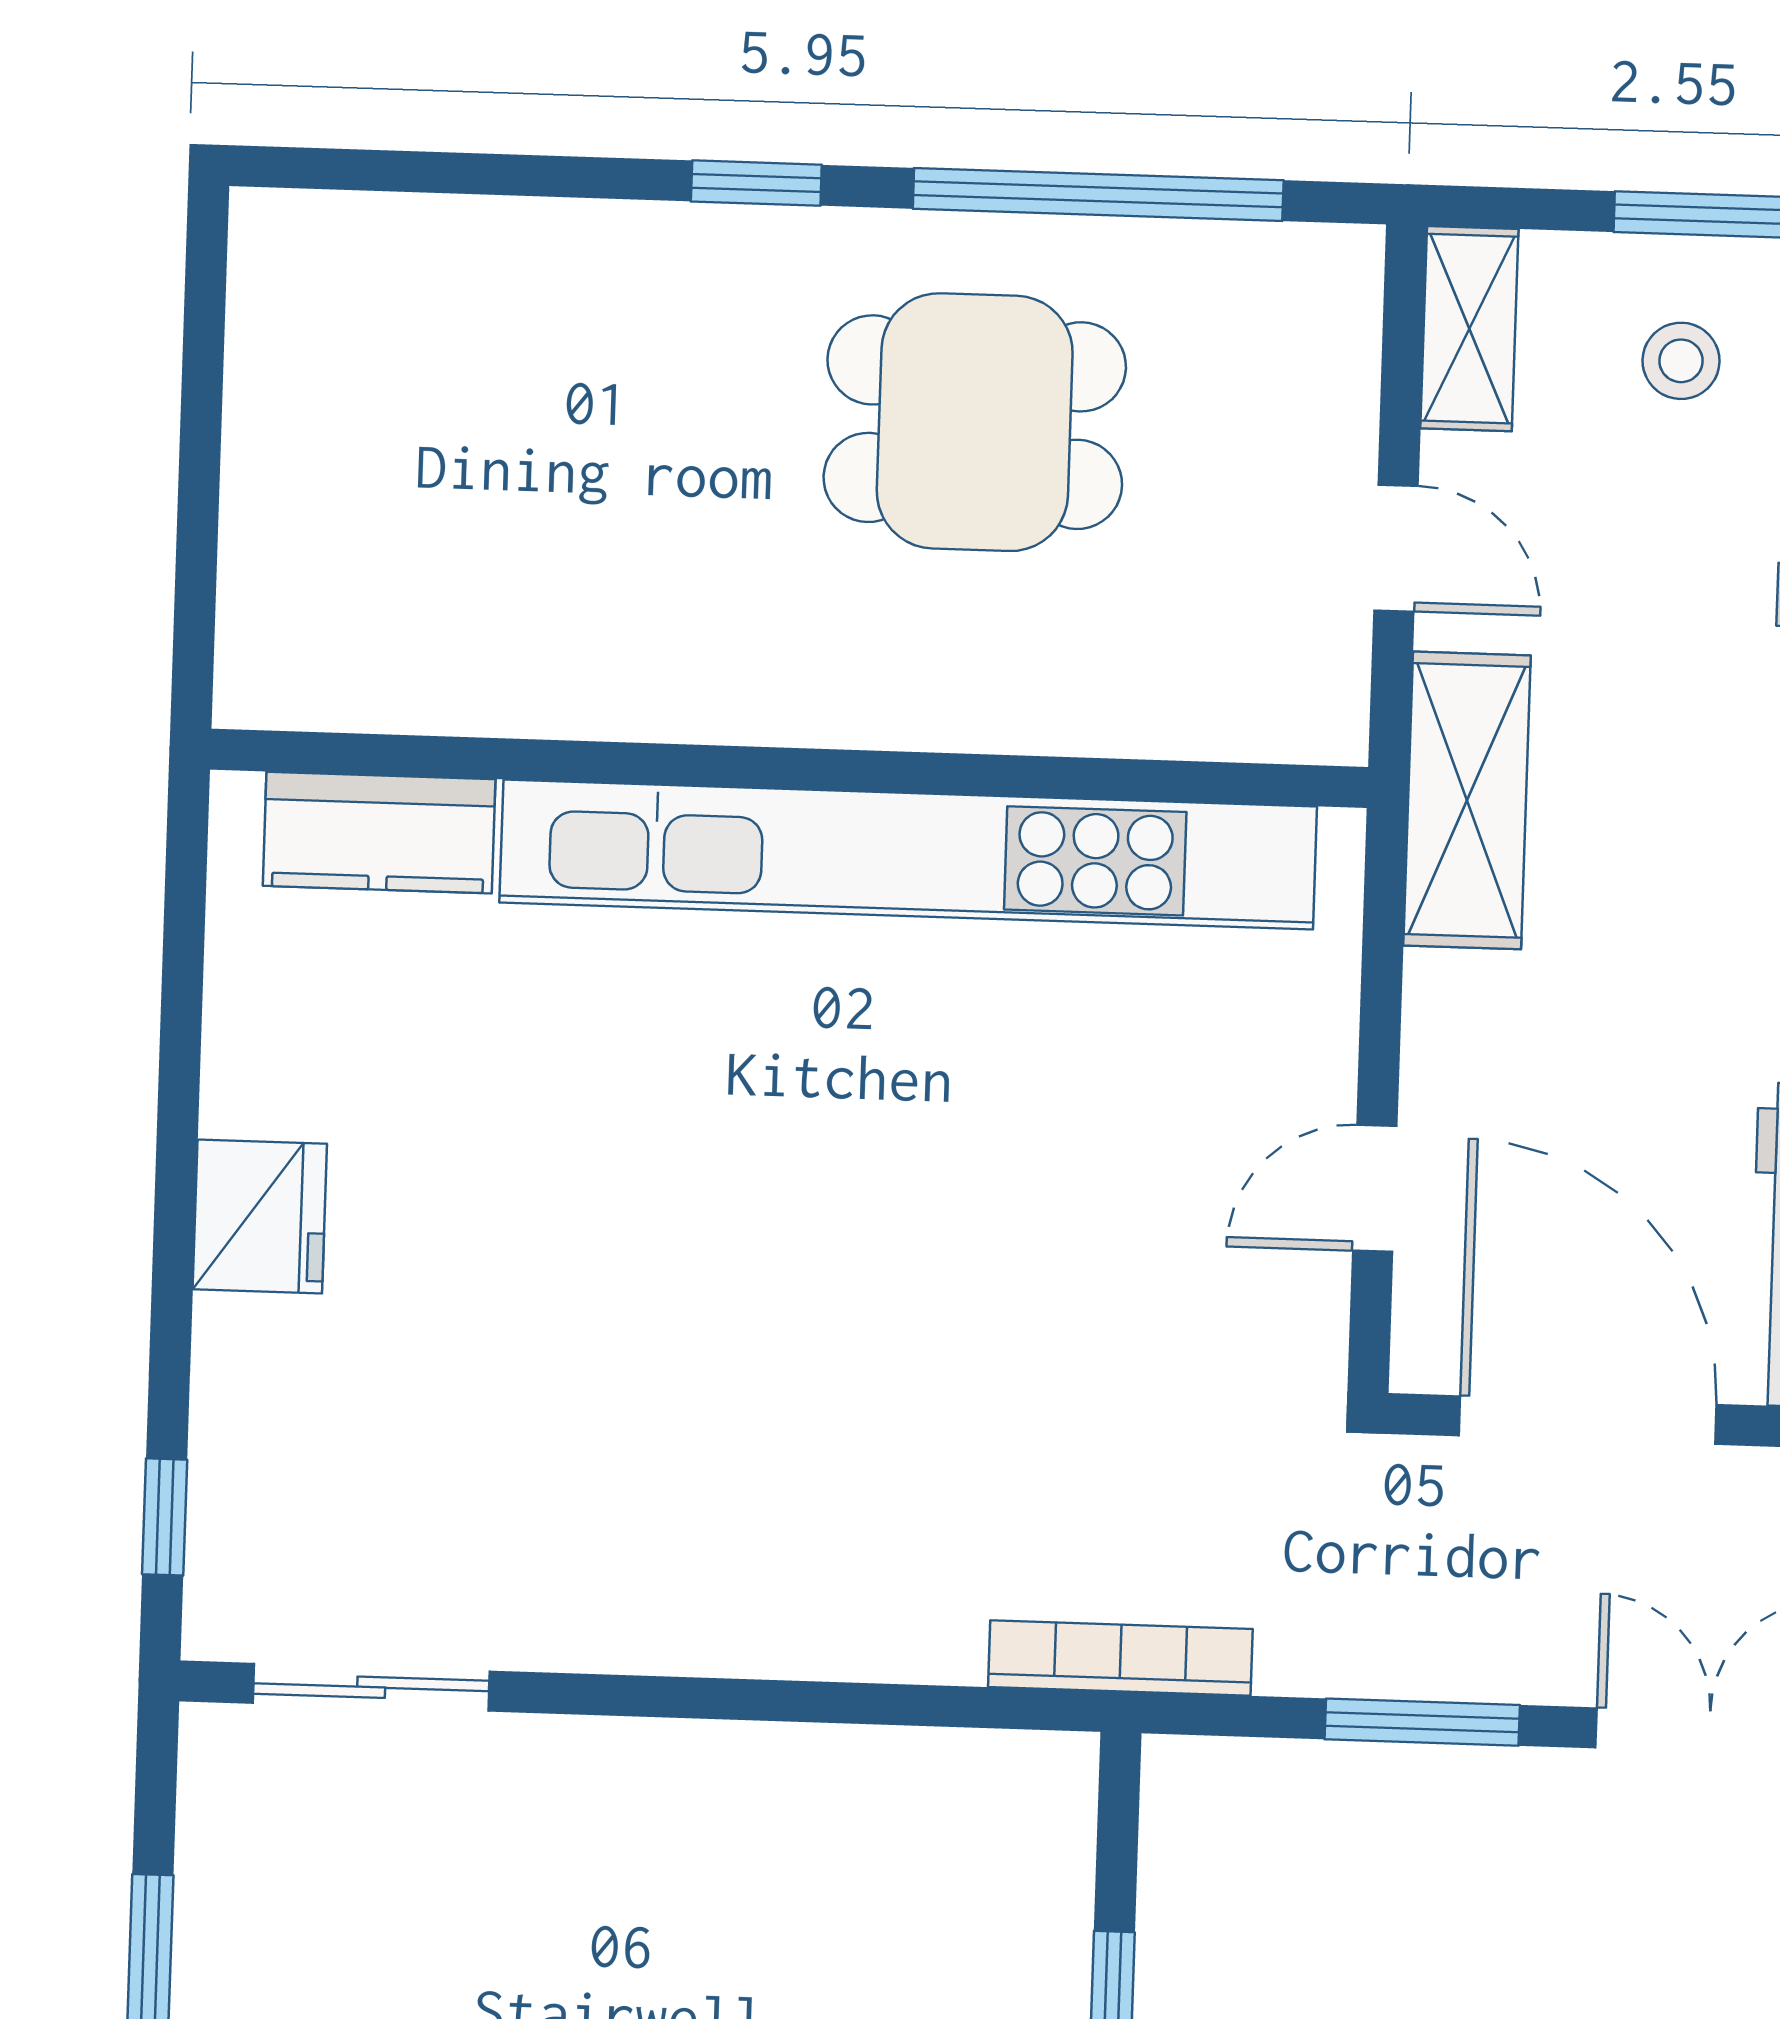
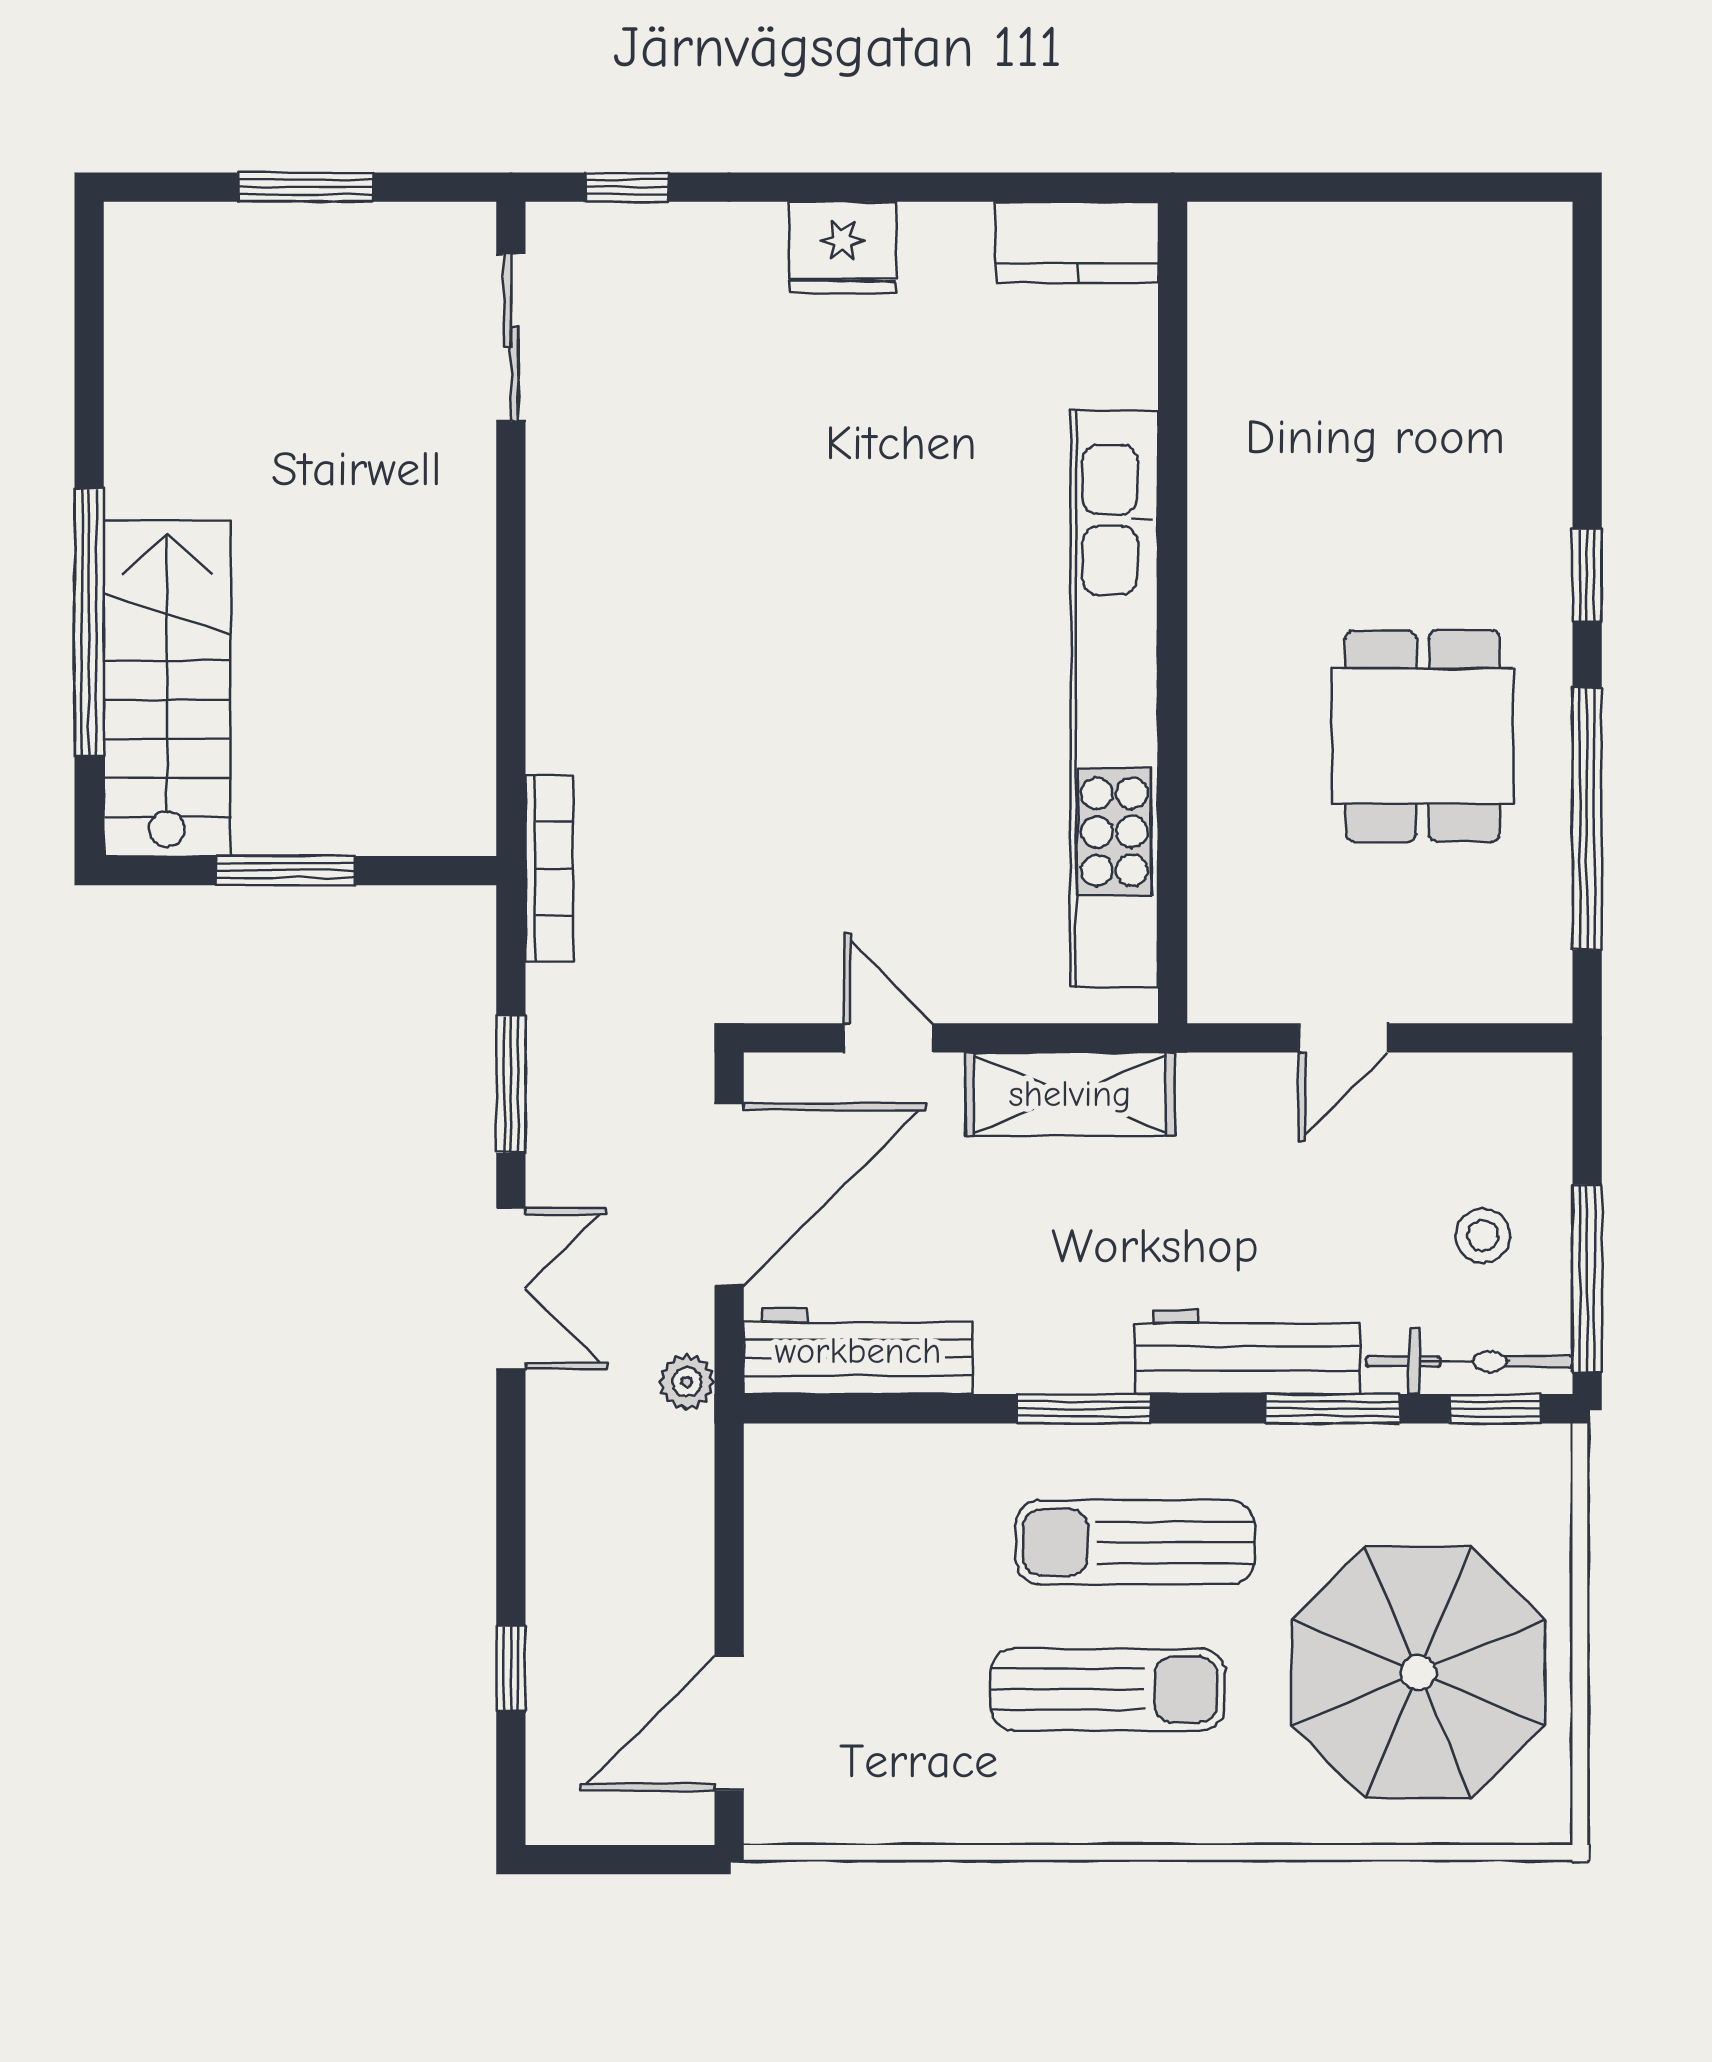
shelving: (1469, 329) -> (1501, 1085), removed
shelving: (1467, 800) -> (1070, 1094), moved
kitchen counter: (379, 833) -> (1077, 242), moved, turned -90

